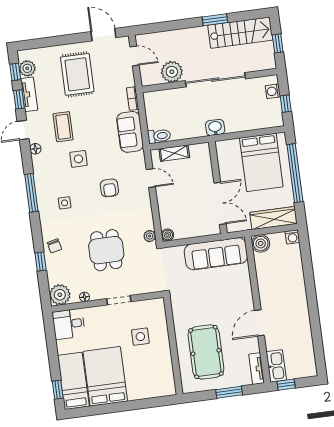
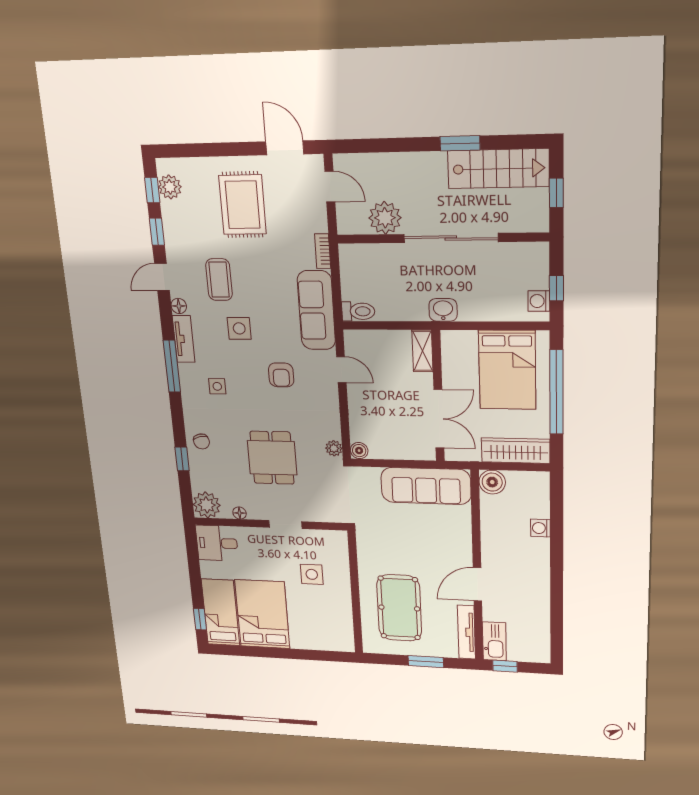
washing machine: (273, 91) -> (539, 301), moved
tv unit: (29, 94) -> (184, 339), moved
sofa: (130, 132) -> (316, 310), width x1.36
shelving: (174, 153) -> (422, 351), moved, turned 90
washing machine: (292, 237) -> (540, 528), moved, turned 90
tv unit: (257, 369) -> (466, 632), width x1.41

